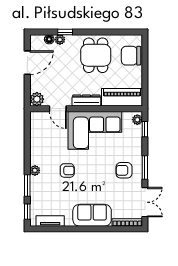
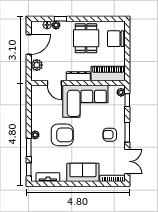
plant: (37, 99) -> (37, 65), moved
armchair: (67, 170) -> (62, 135), width x1.88, depth x1.88

